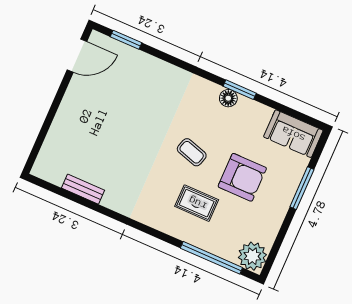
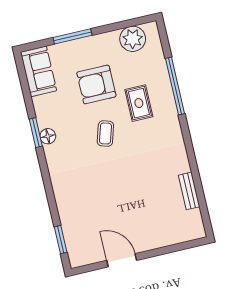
door: (77, 56) -> (122, 260), moved
armchair: (242, 177) -> (96, 84), turned -90
plant: (252, 256) -> (133, 39), moved
window: (211, 258) -> (175, 86), moved

